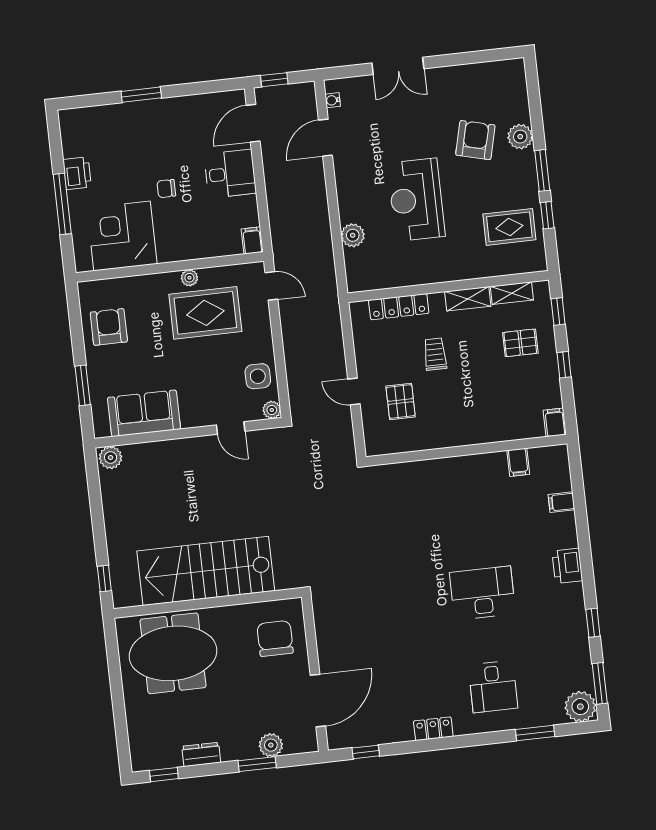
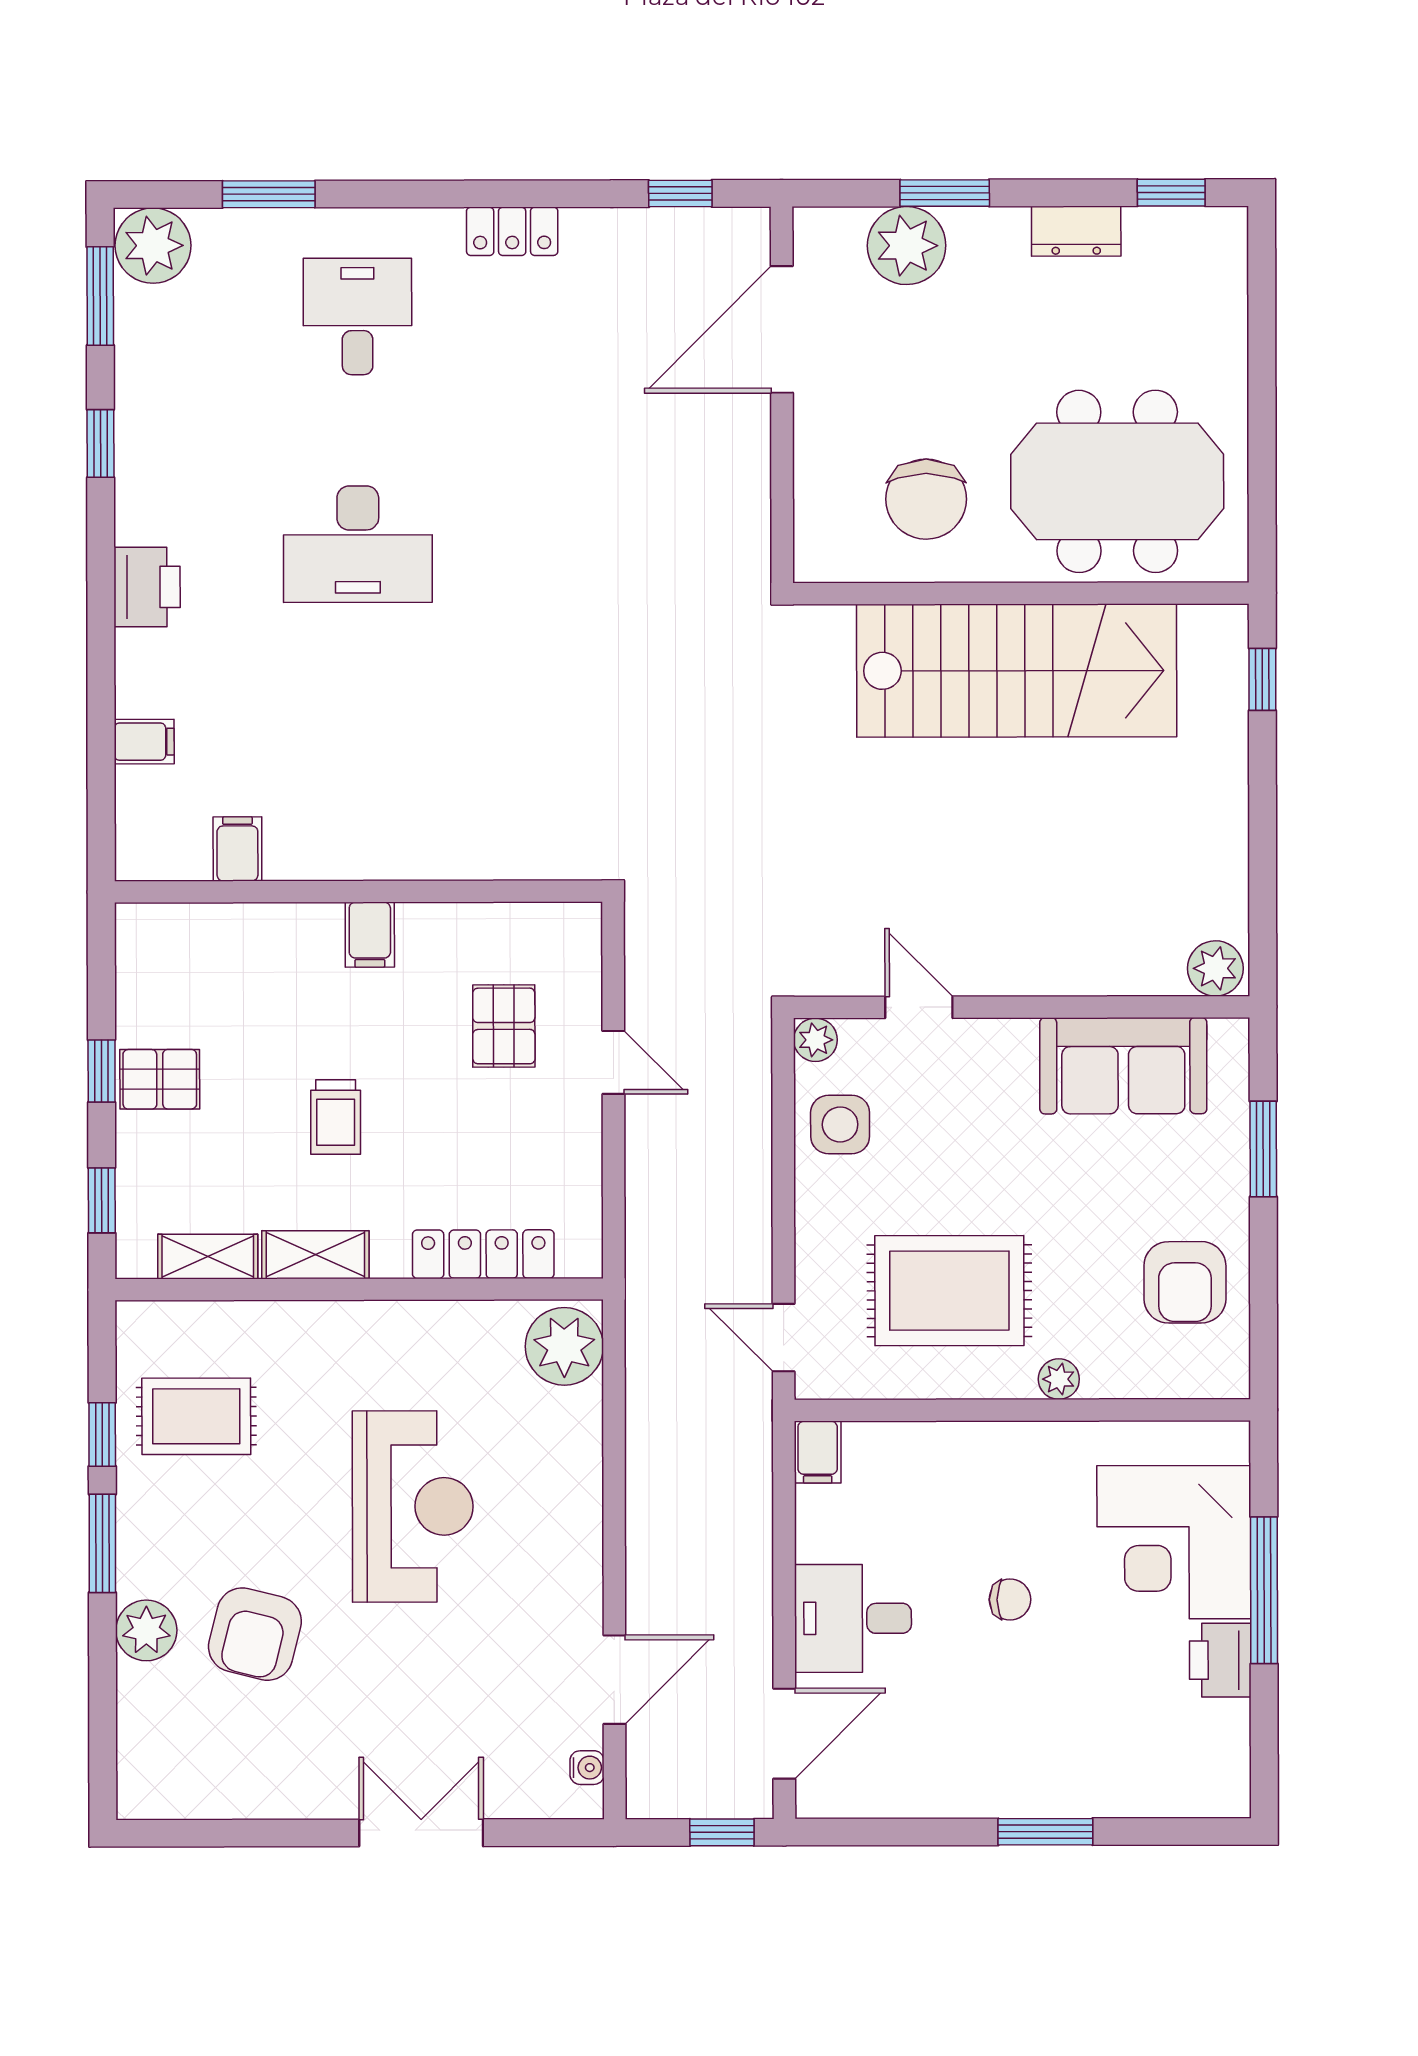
plant: (353, 235) -> (564, 1346), moved, width x1.36, depth x1.36
corner desk: (122, 236) -> (1174, 1542), moved, turned 90
plant: (189, 278) -> (1059, 1379), moved
pallet: (520, 343) -> (160, 1079), moved
trolley: (435, 354) -> (336, 1117), moved
filing cabinet: (555, 422) -> (370, 935), moved
chair: (275, 638) -> (926, 499), moved
plant: (271, 745) -> (907, 246), width x1.36, depth x1.36

